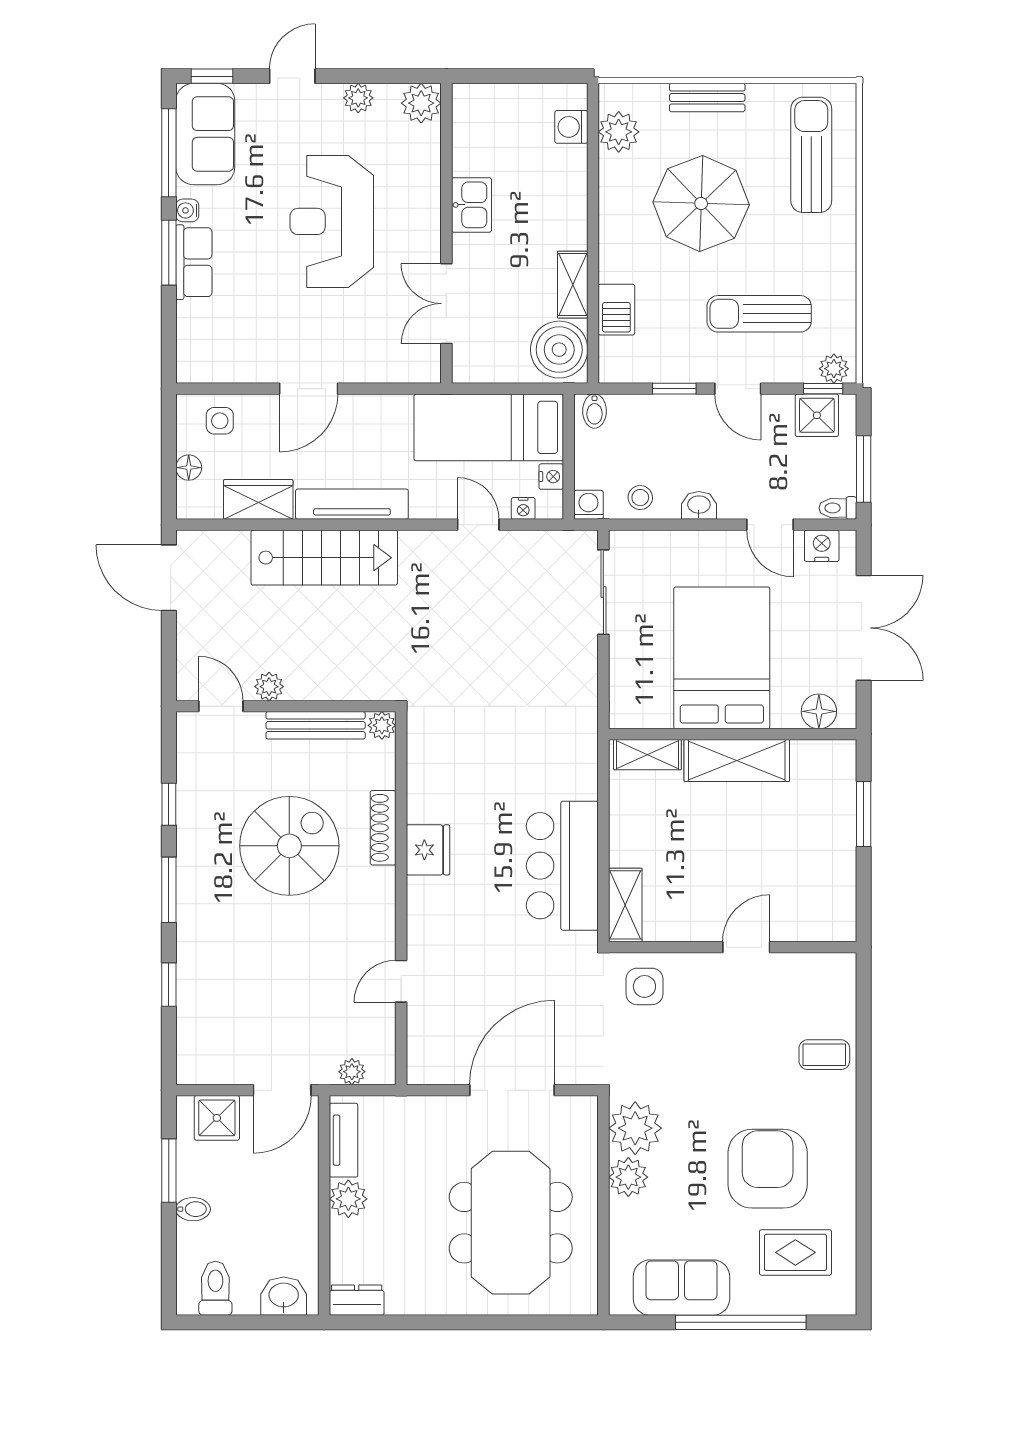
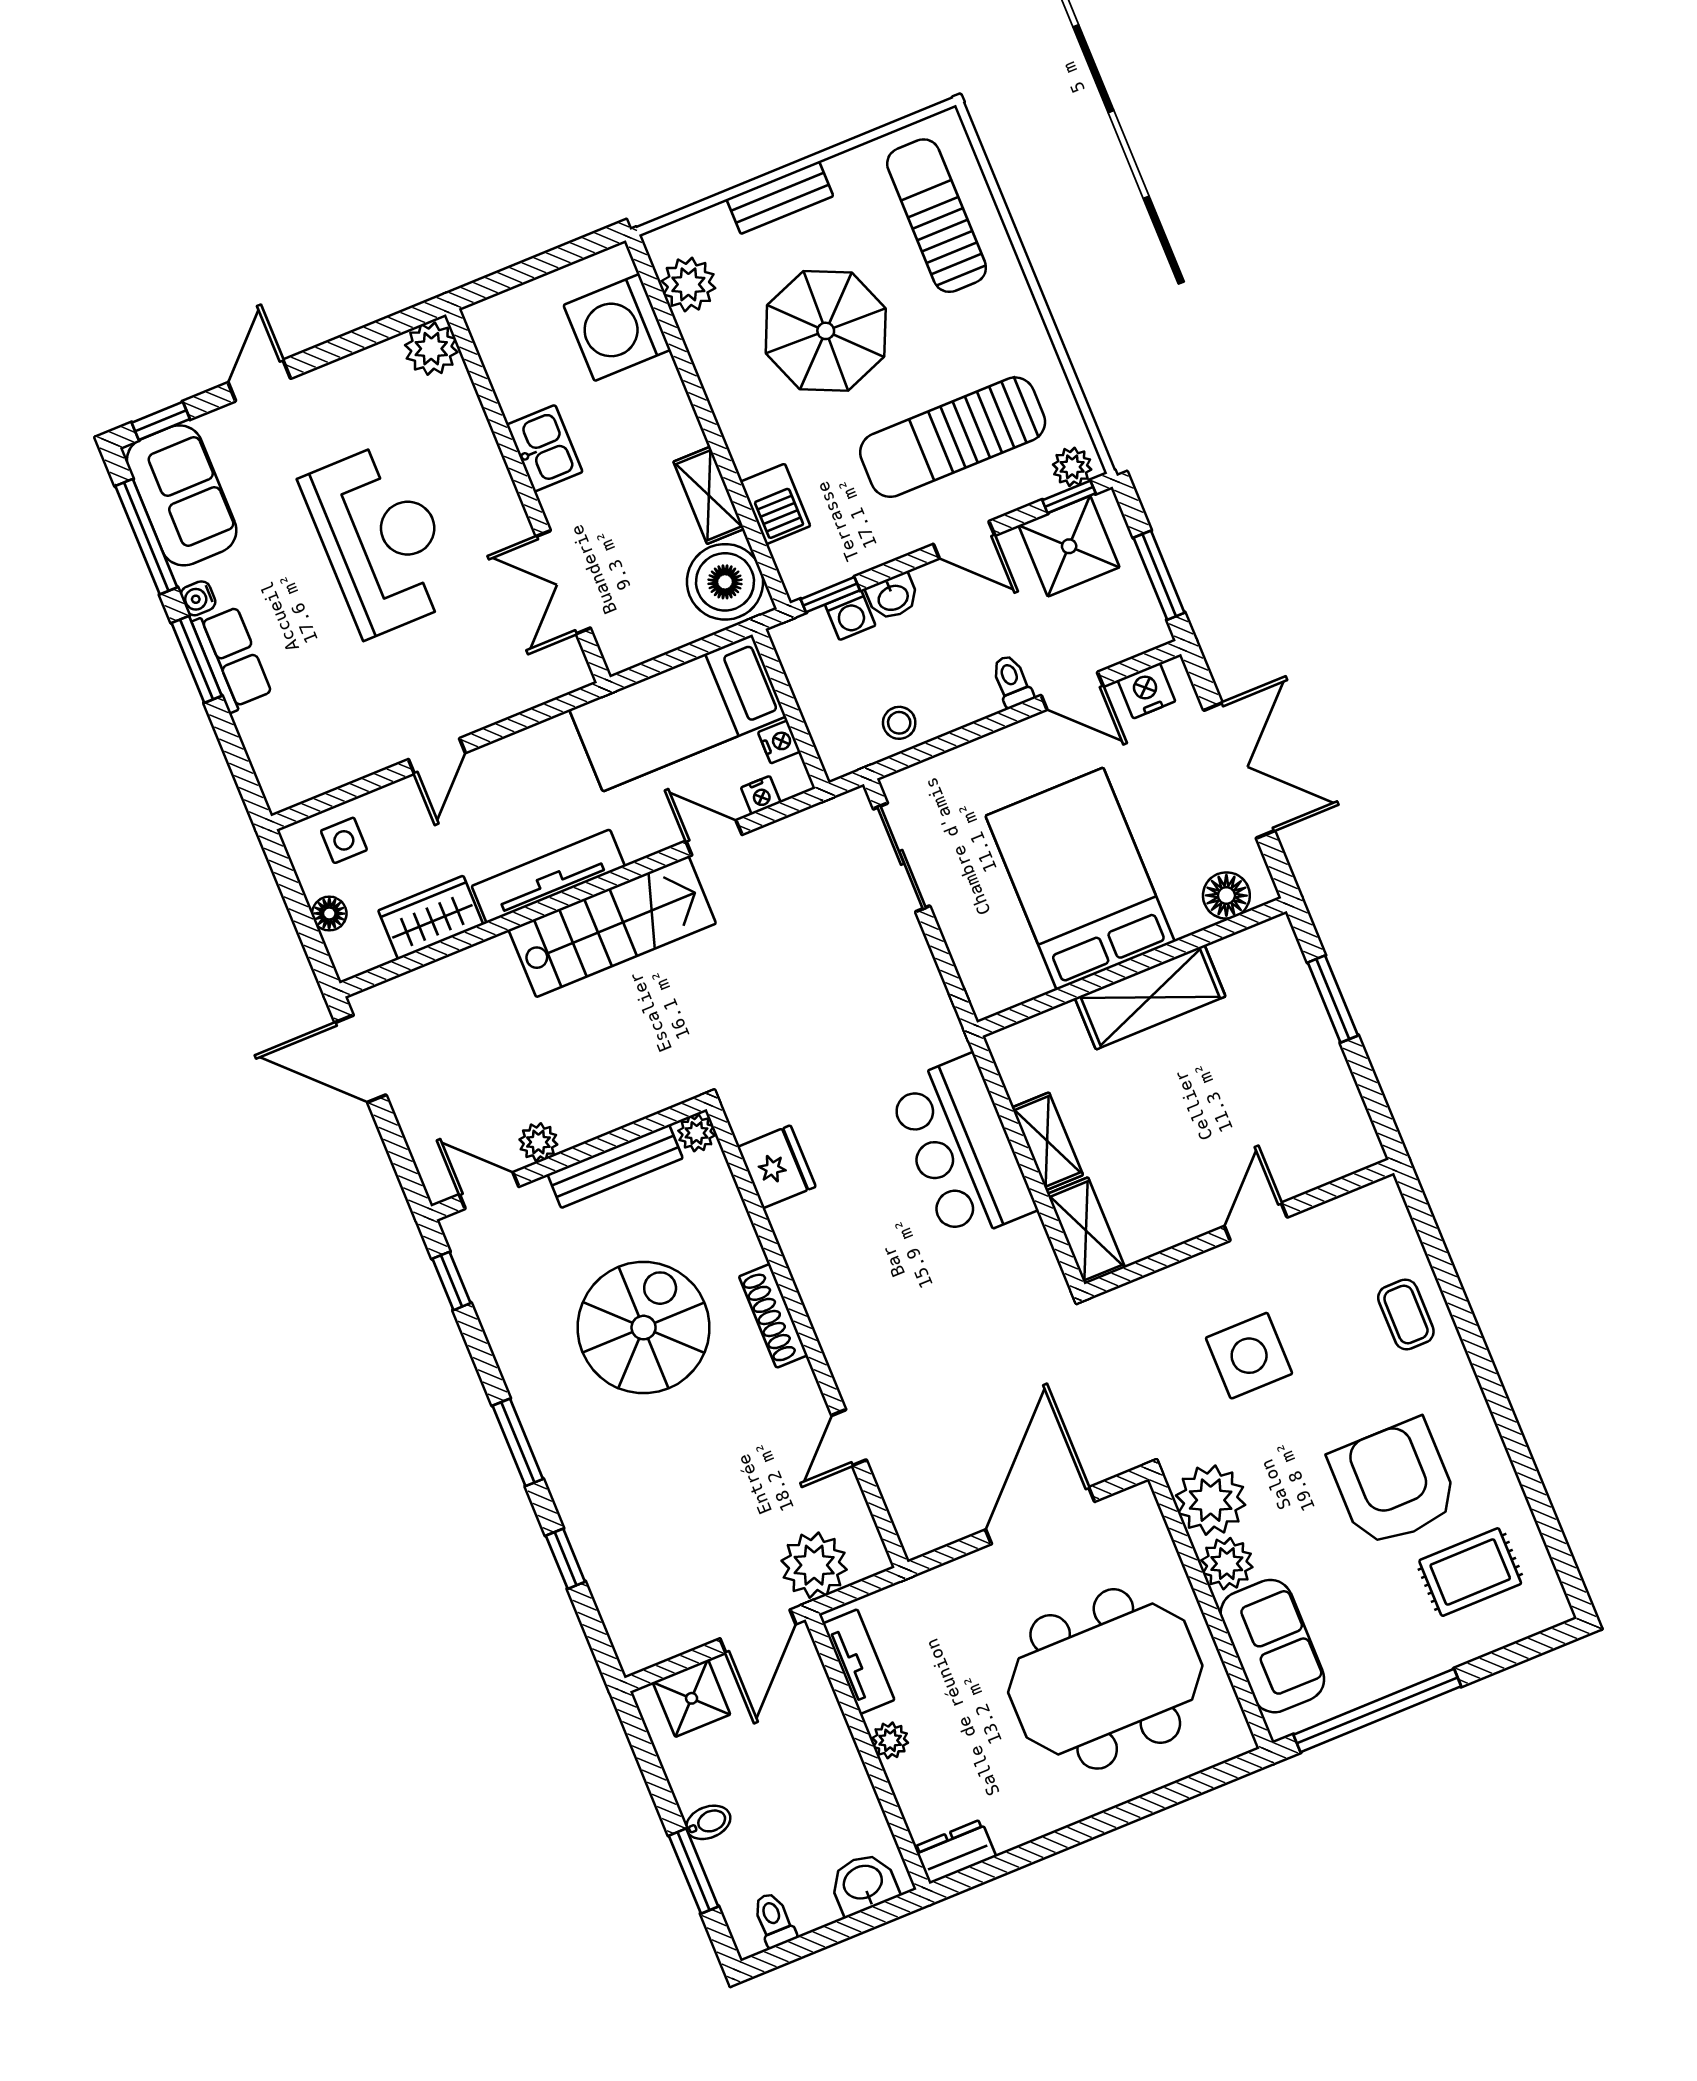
plant: (358, 98) -> (351, 374), removed
washing machine: (571, 127) -> (617, 327), width x1.89, depth x1.89
reception desk: (332, 221) -> (381, 539), turned 180
sun lounger: (759, 314) -> (953, 437), width x1.36, depth x1.34
door: (309, 389) -> (437, 756), width x0.73
window: (674, 389) -> (830, 595), moved
bidet: (594, 411) -> (799, 640), removed
shower: (817, 415) -> (1069, 546), width x1.36, depth x1.36
washing machine: (588, 505) -> (850, 615), moved, turned 180
washbasin: (699, 505) -> (893, 597), moved, turned 180
toilet: (838, 508) -> (1012, 681), moved, turned 90
stairs: (324, 558) -> (612, 927), moved
shelving: (647, 755) -> (1047, 1141), moved, turned 90
window: (169, 804) -> (452, 1281), moved
shoe rack: (383, 828) -> (773, 1316), moved
fridge: (428, 850) -> (777, 1167), moved
bar counter: (562, 866) -> (962, 1149), moved
side table: (644, 986) -> (1249, 1356), moved, width x1.37, depth x1.37
coffee table: (824, 1055) -> (1406, 1314), turned 90
plant: (352, 1072) -> (814, 1565), width x1.87, depth x1.87
window: (169, 1171) -> (694, 1871), moved
plant: (348, 1199) -> (890, 1740), width x0.73, depth x0.73
meeting table: (511, 1223) -> (1105, 1679), turned 90
toilet: (215, 1288) -> (774, 1920), width x0.73, depth x0.72
sofa: (681, 1288) -> (1272, 1646), moved, turned 90
window: (741, 1322) -> (1377, 1710), moved

